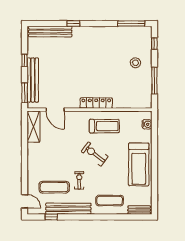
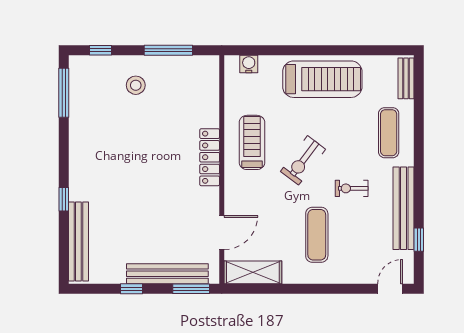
exercise mat: (54, 187) -> (317, 235), moved

